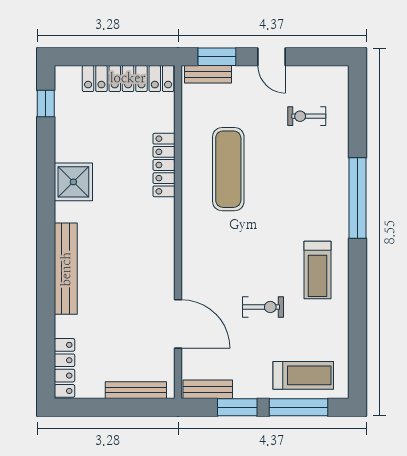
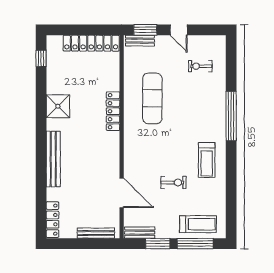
locker: (164, 165) -> (113, 111), moved

